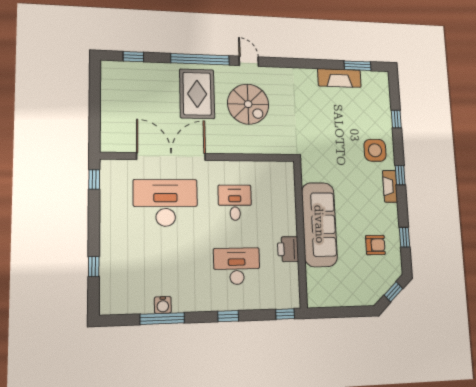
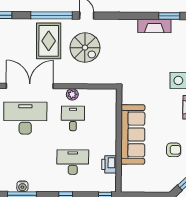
plant: (233, 168) -> (72, 94), added
printer: (288, 249) -> (109, 164), moved

